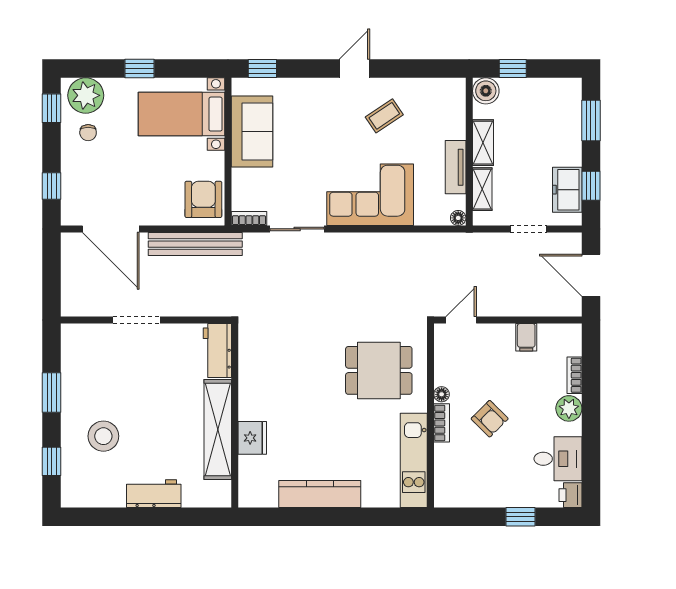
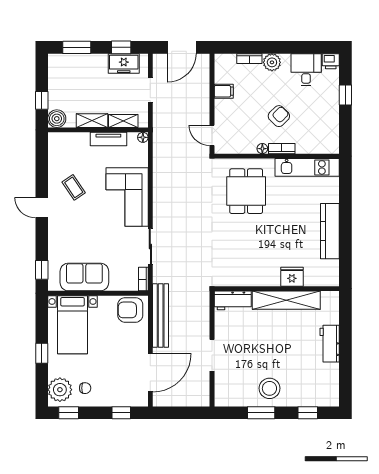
stool: (103, 436) -> (269, 388), moved

